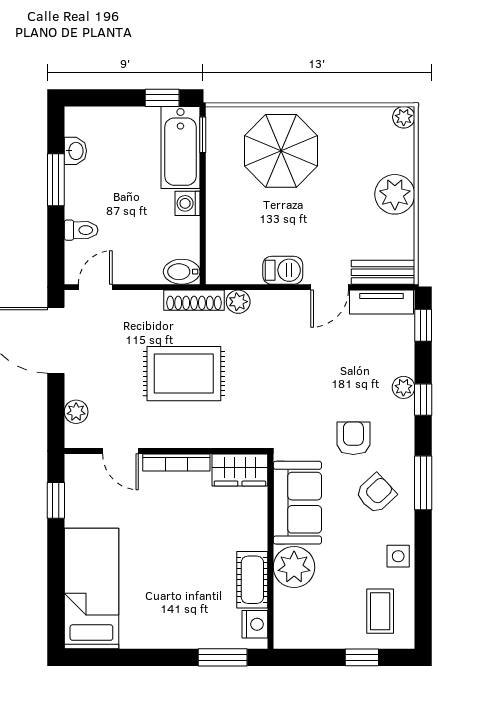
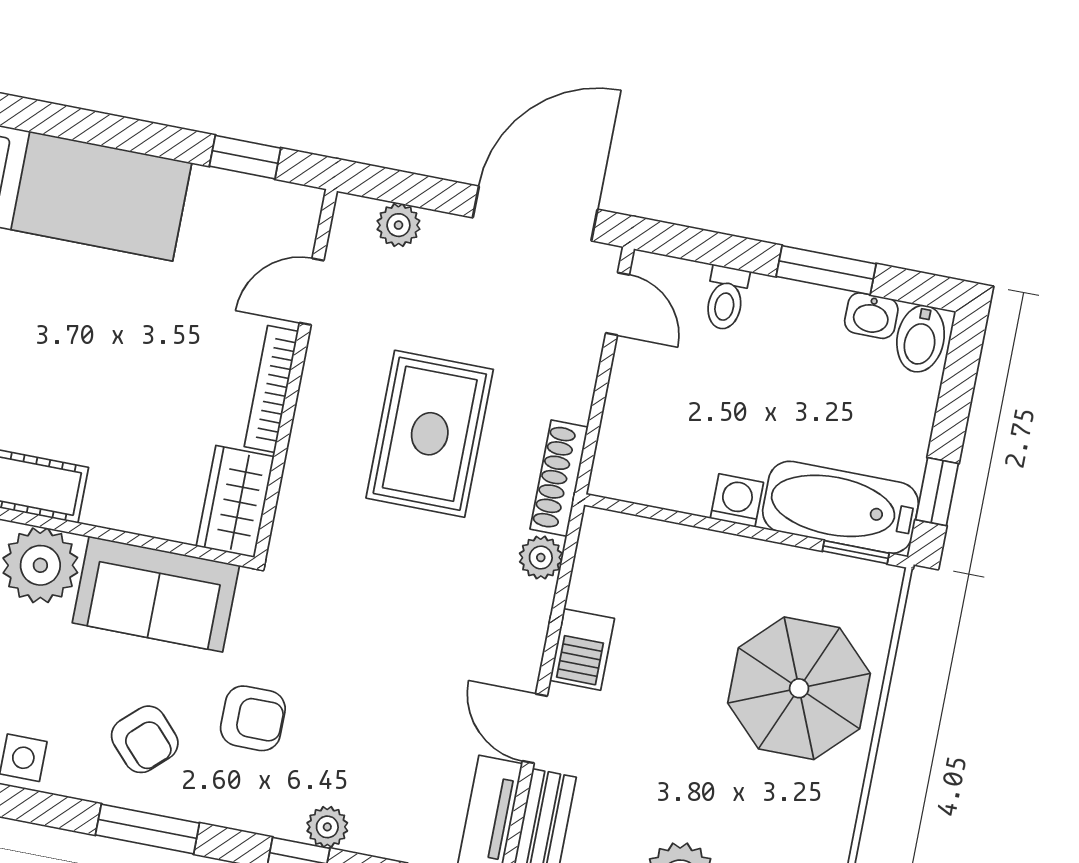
bidet: (182, 272) -> (921, 339), moved, turned 180

